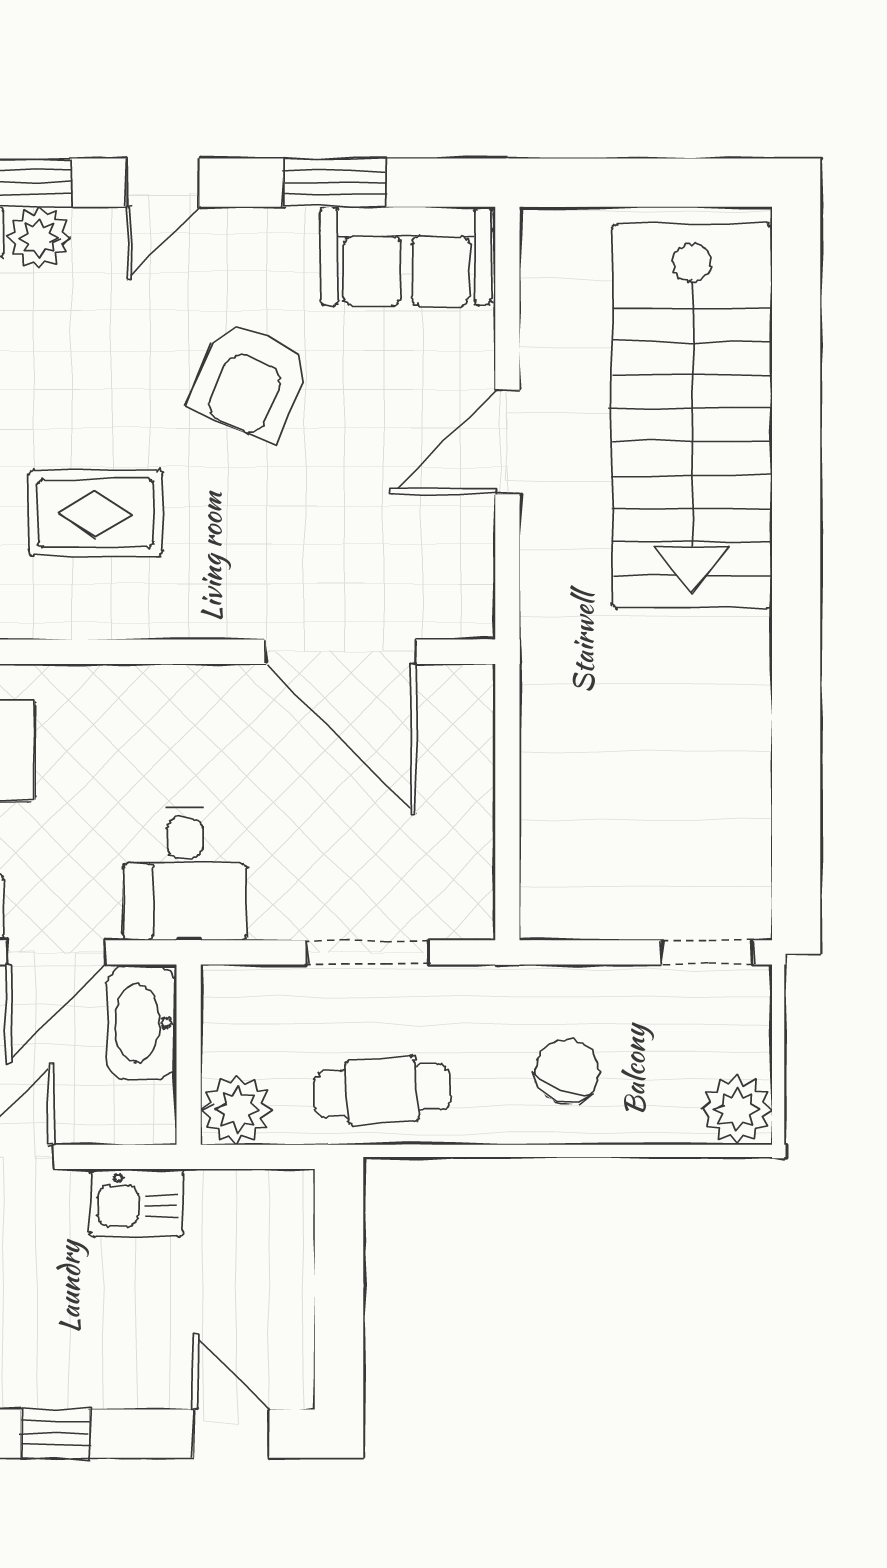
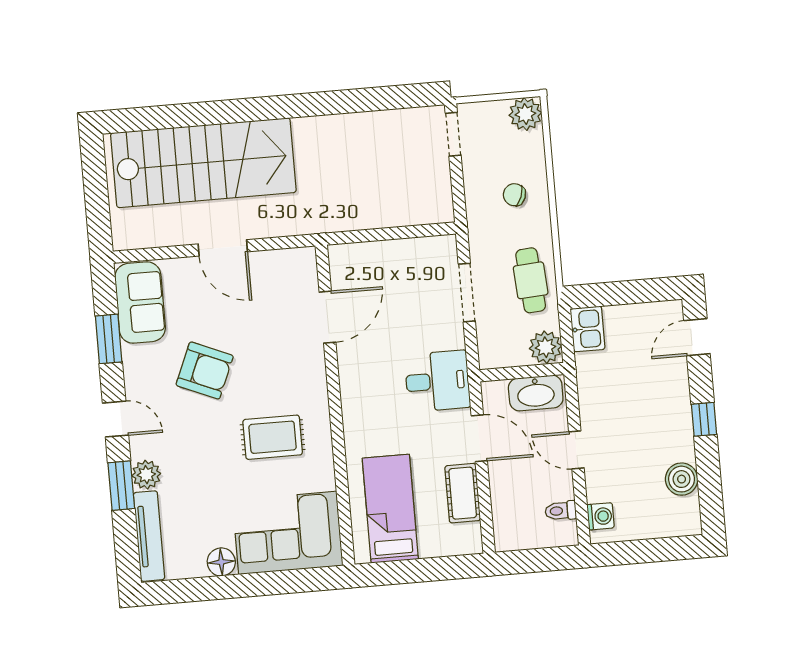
rug: (96, 513) -> (273, 437), turned 90
door: (341, 652) -> (327, 317), width x0.73
washbasin: (142, 1023) -> (536, 393), moved
chair: (567, 1072) -> (514, 195), width x0.73, depth x0.73
kitchen sink: (137, 1203) -> (588, 329), moved

